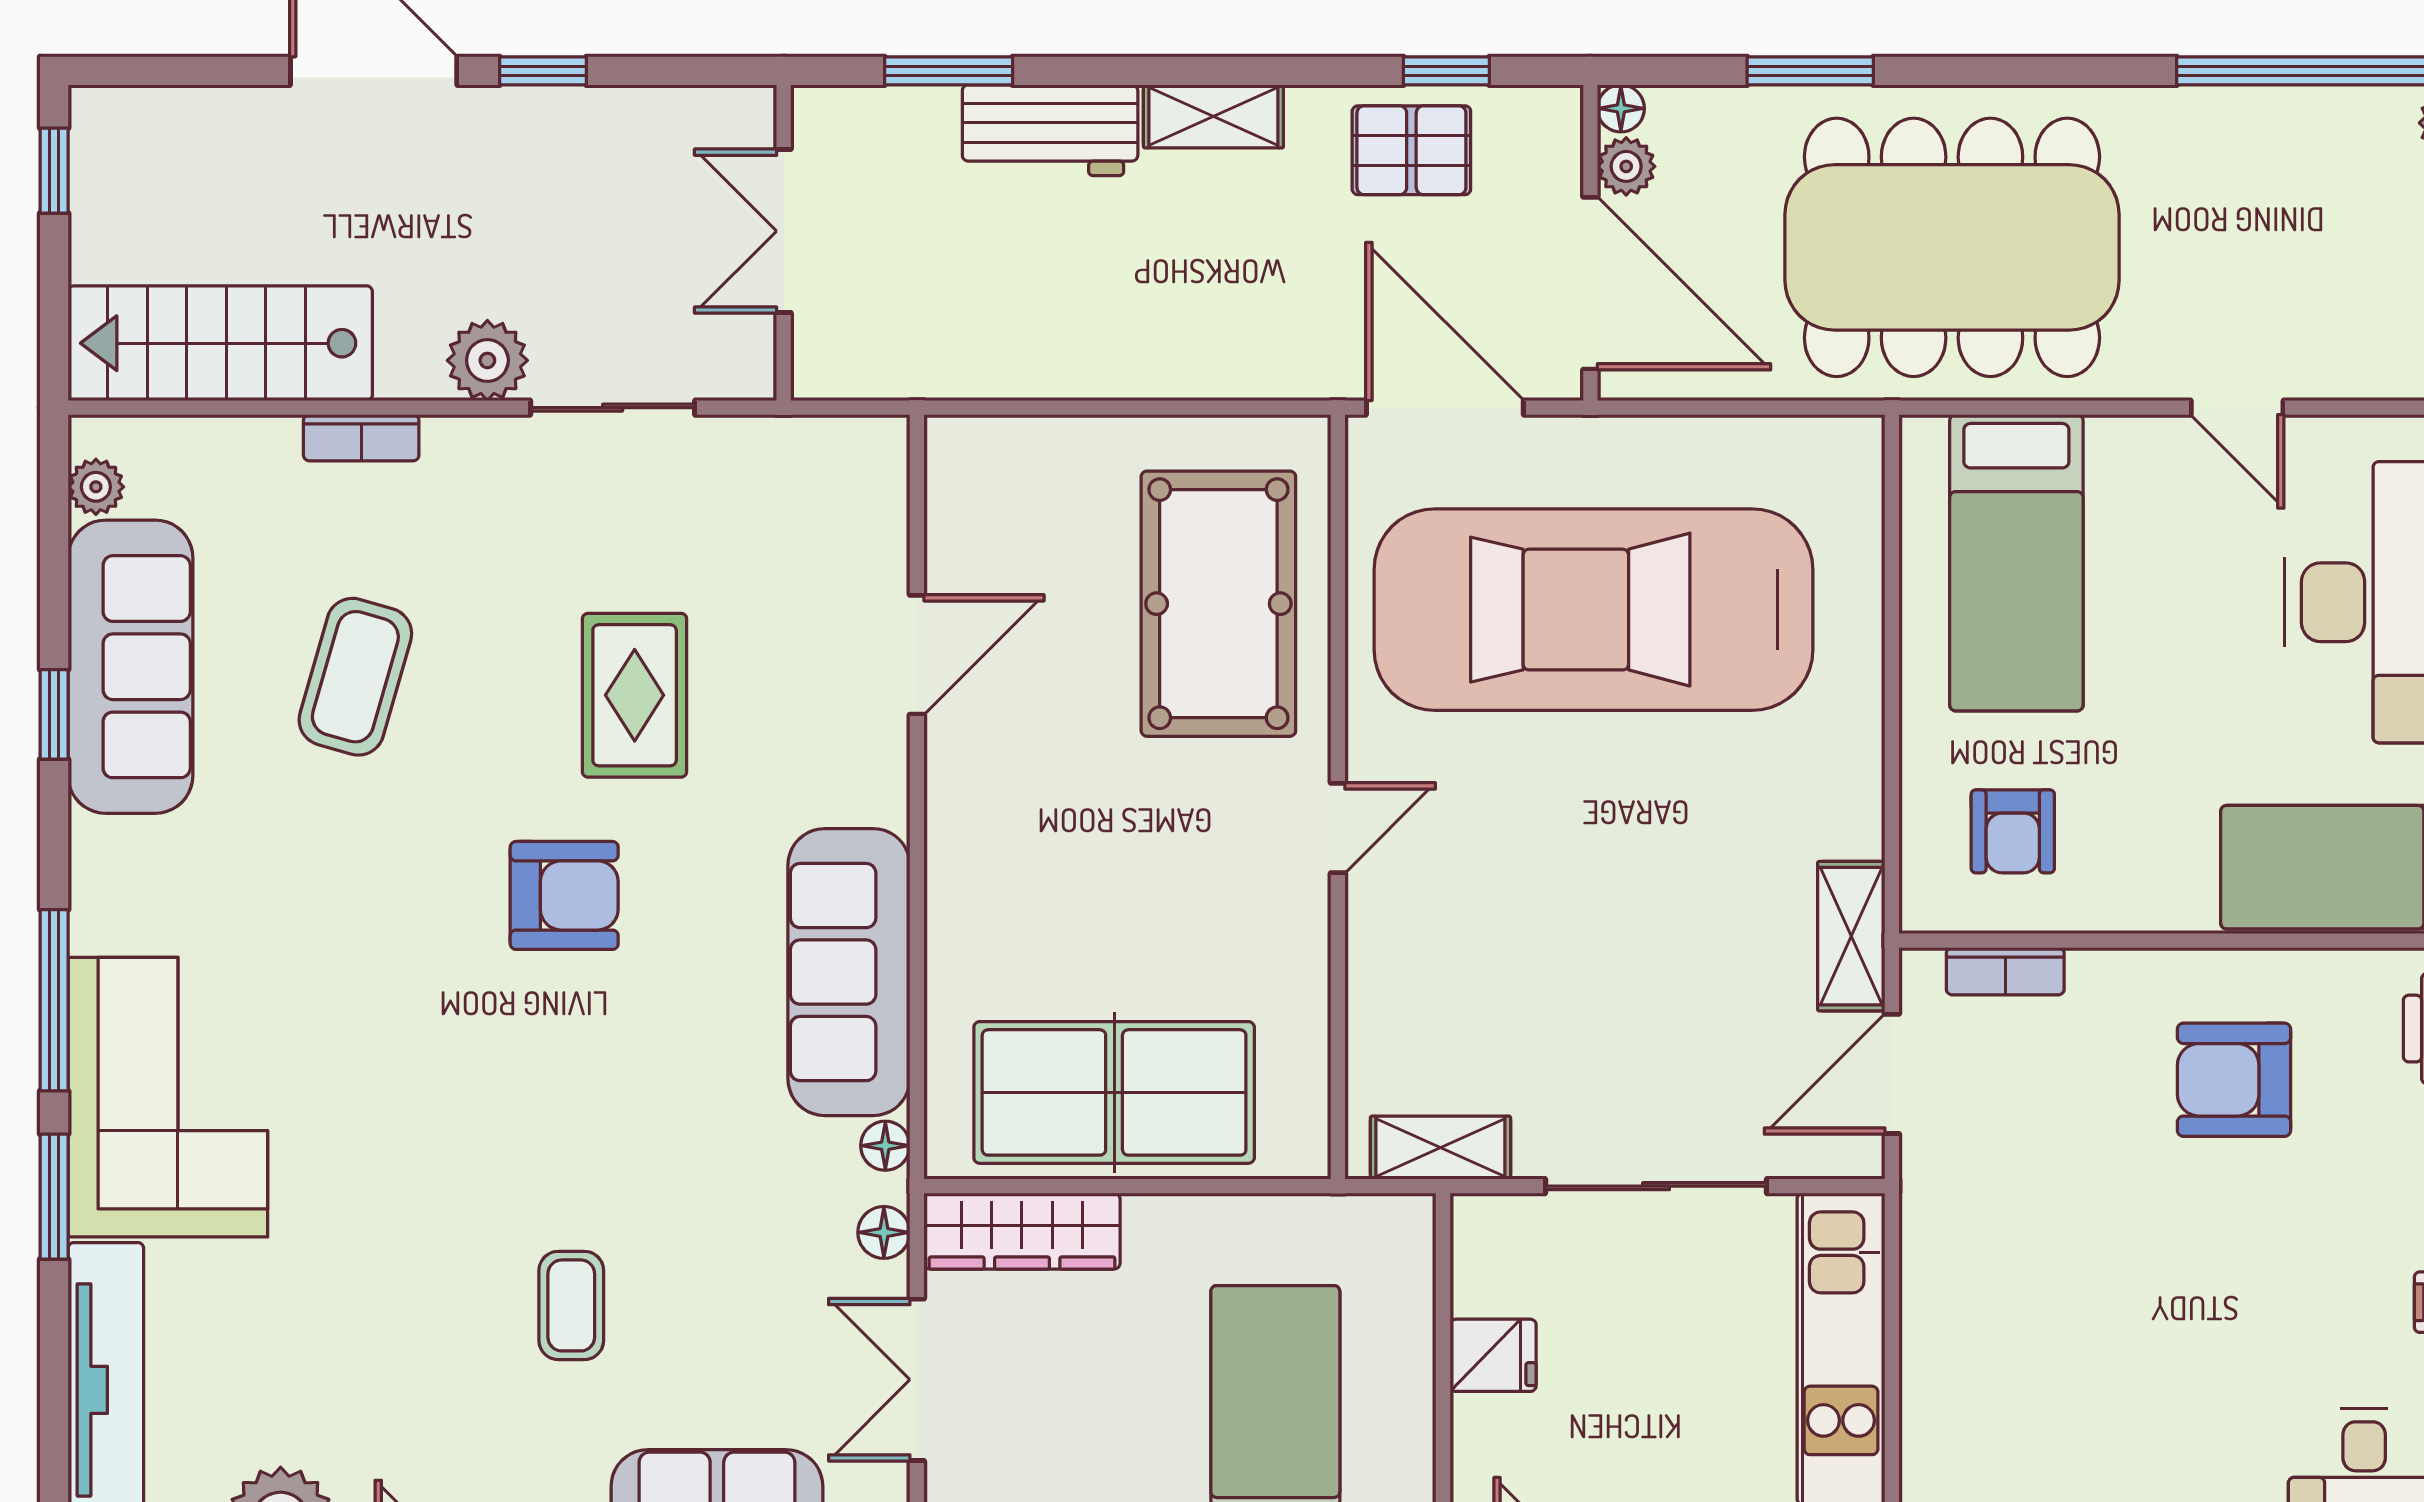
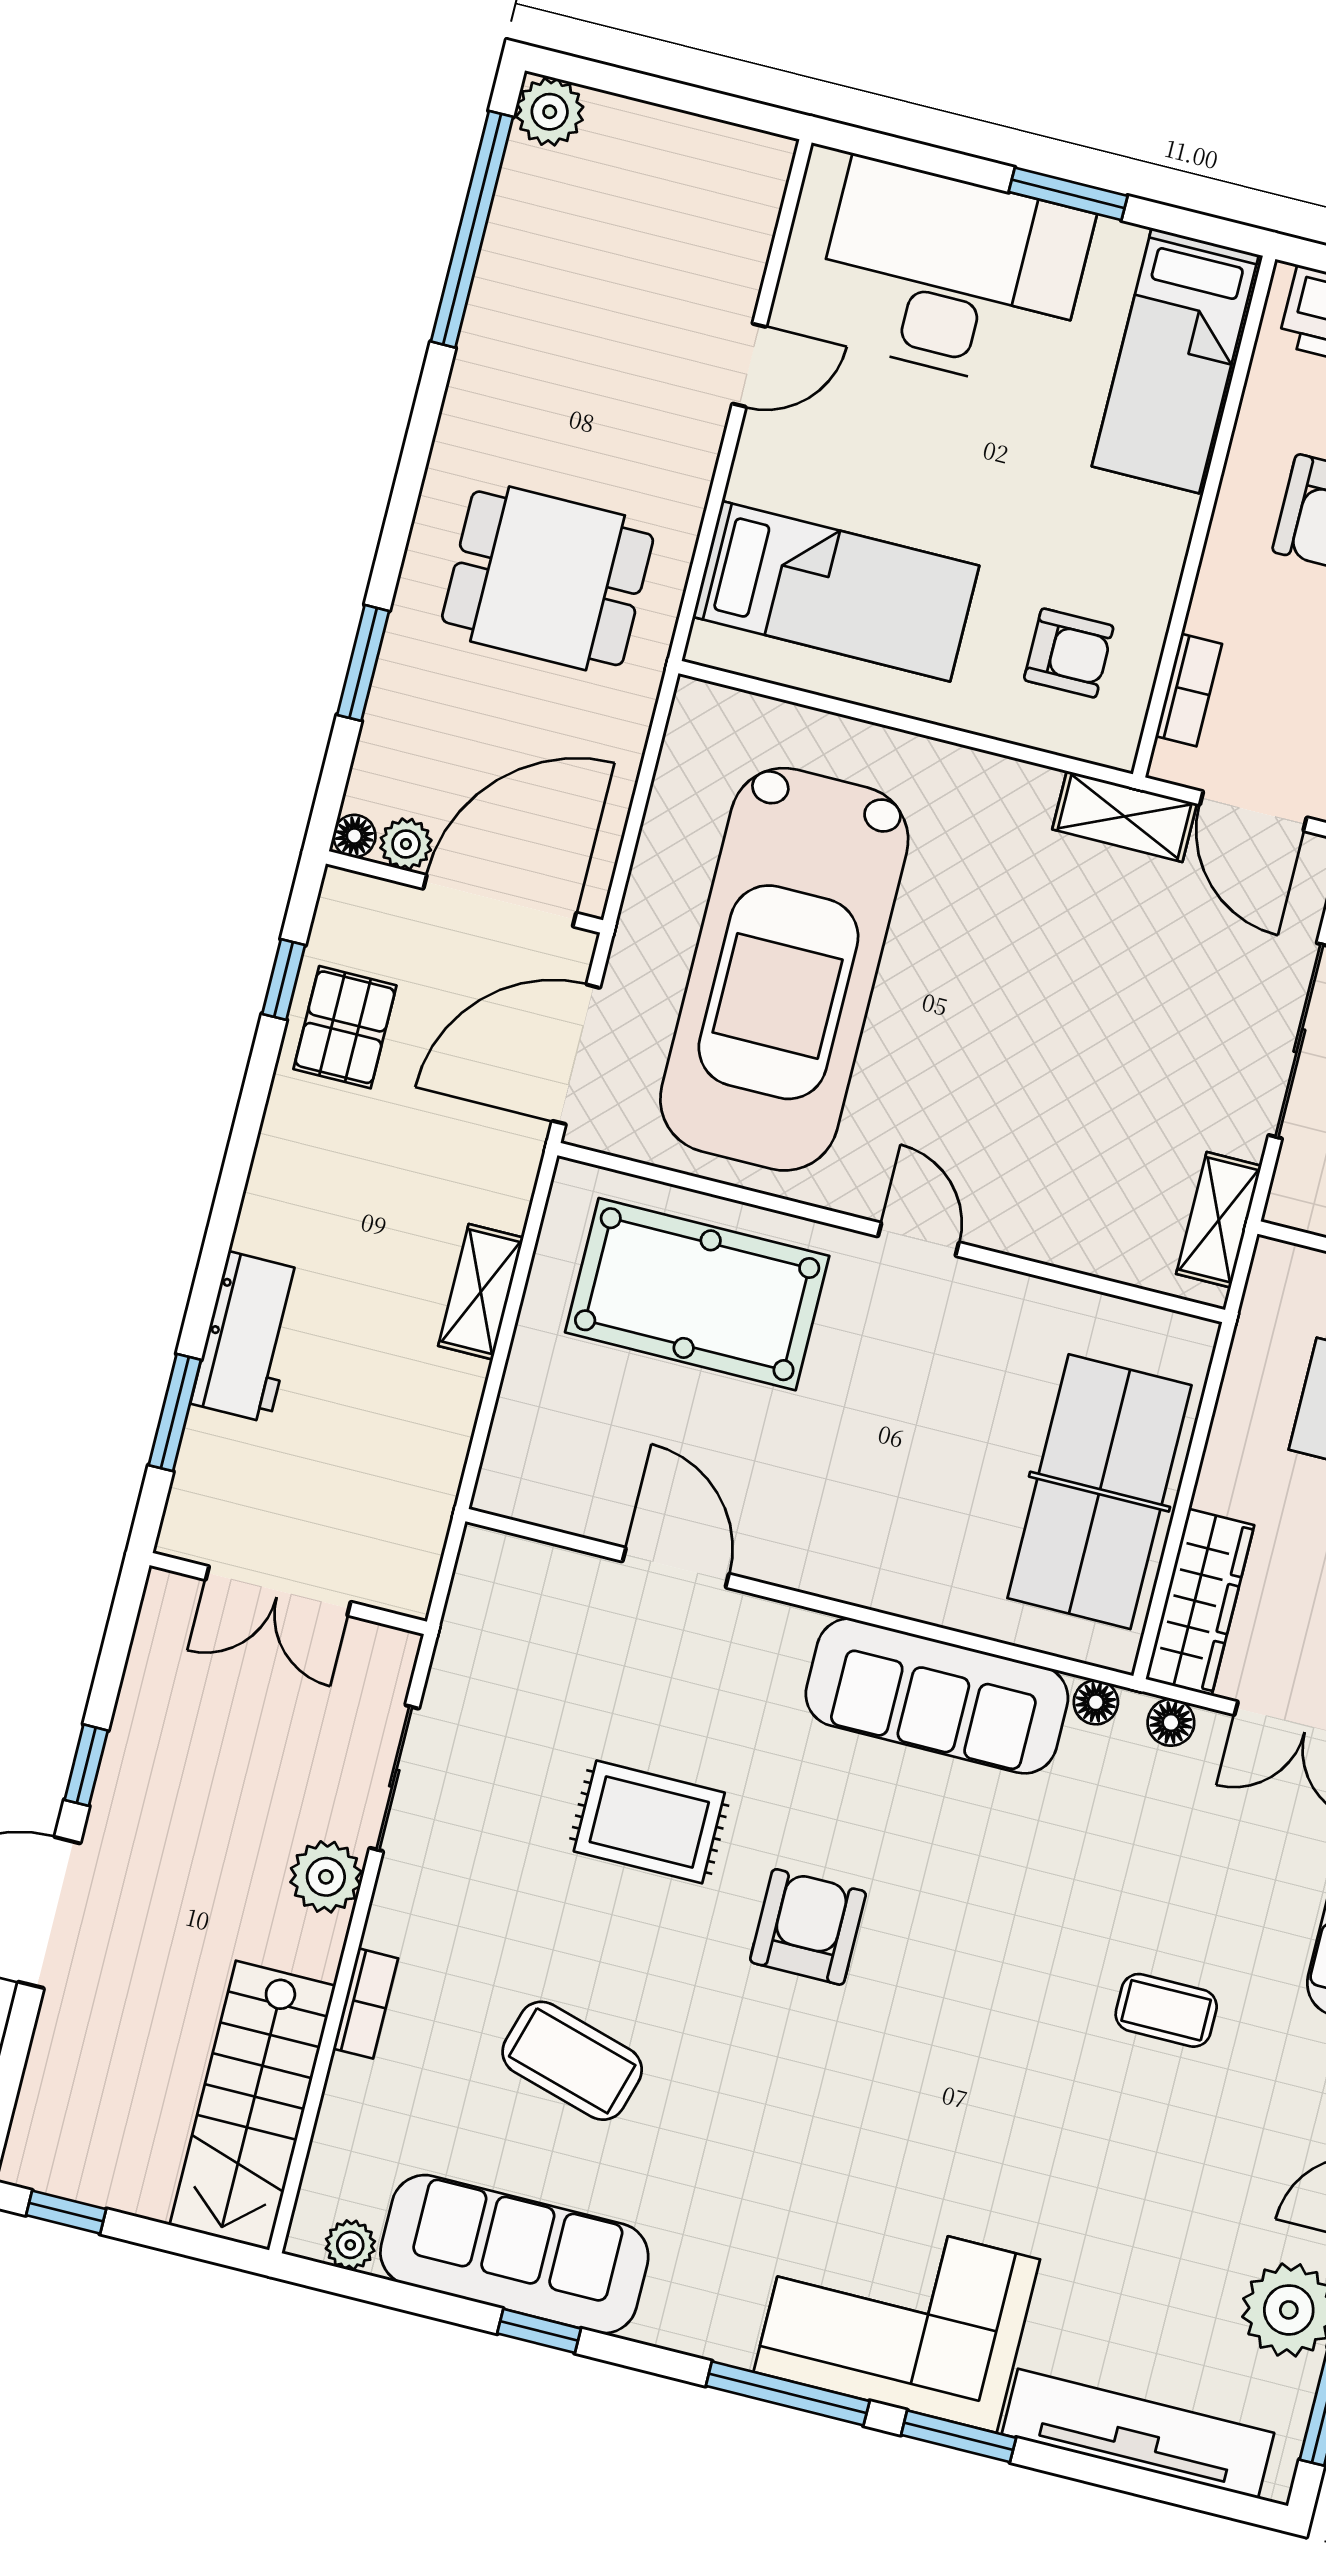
shelving: (1213, 116) -> (481, 1292), moved
dining table: (1952, 247) -> (548, 578), width x0.53, depth x0.80

